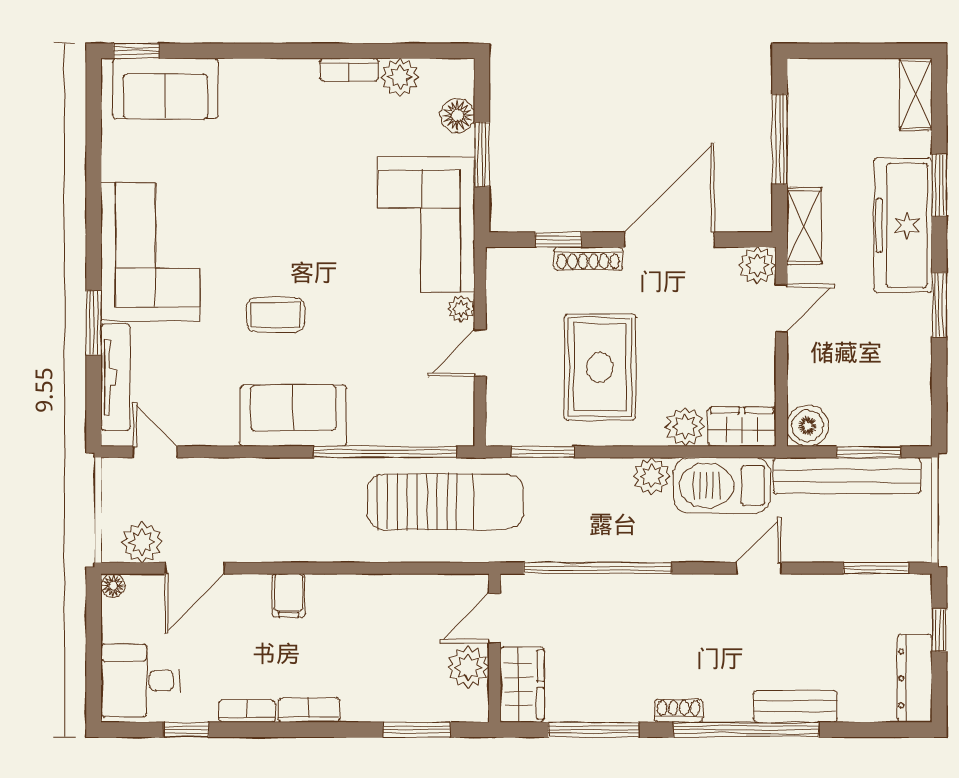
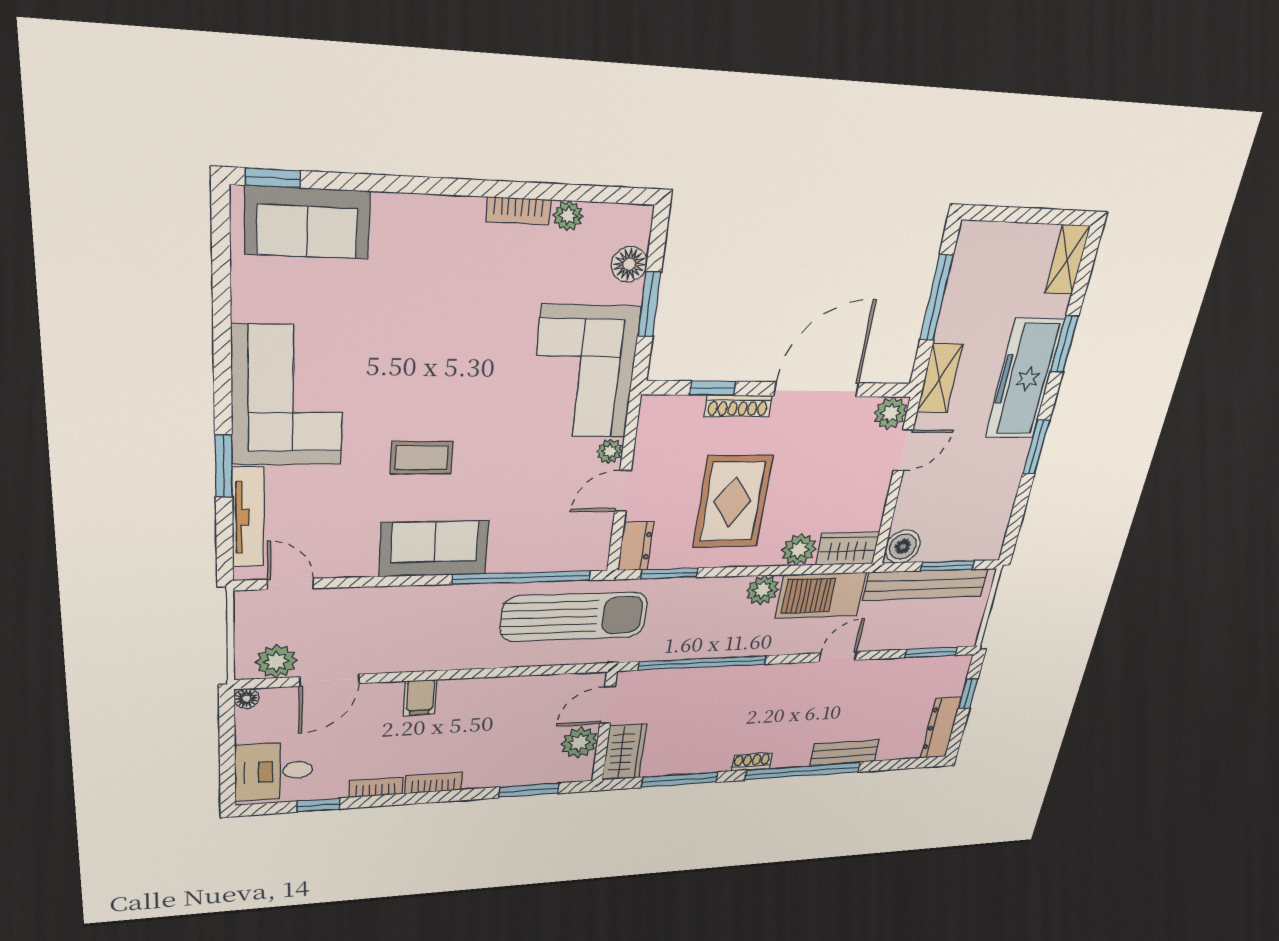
plant: (400, 77) -> (568, 216), width x0.73, depth x0.73
dresser: (502, 418) -> (636, 546), added

